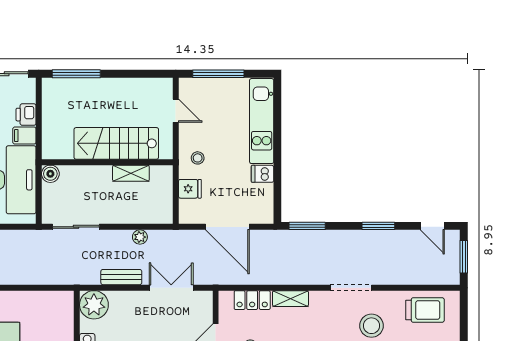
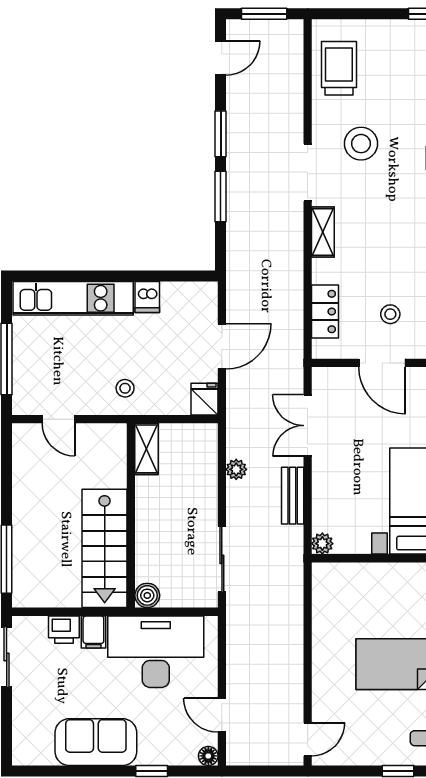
door: (176, 111) -> (58, 419), swing flipped
stairs: (116, 143) -> (105, 548), moved
shelving: (131, 173) -> (147, 449), moved
fridge: (190, 189) -> (205, 399), moved
window: (307, 226) -> (221, 196), moved
door: (227, 227) -> (222, 346), width x0.73
shelving: (290, 299) -> (323, 232), moved
plant: (94, 305) -> (322, 544), width x0.53, depth x0.53

